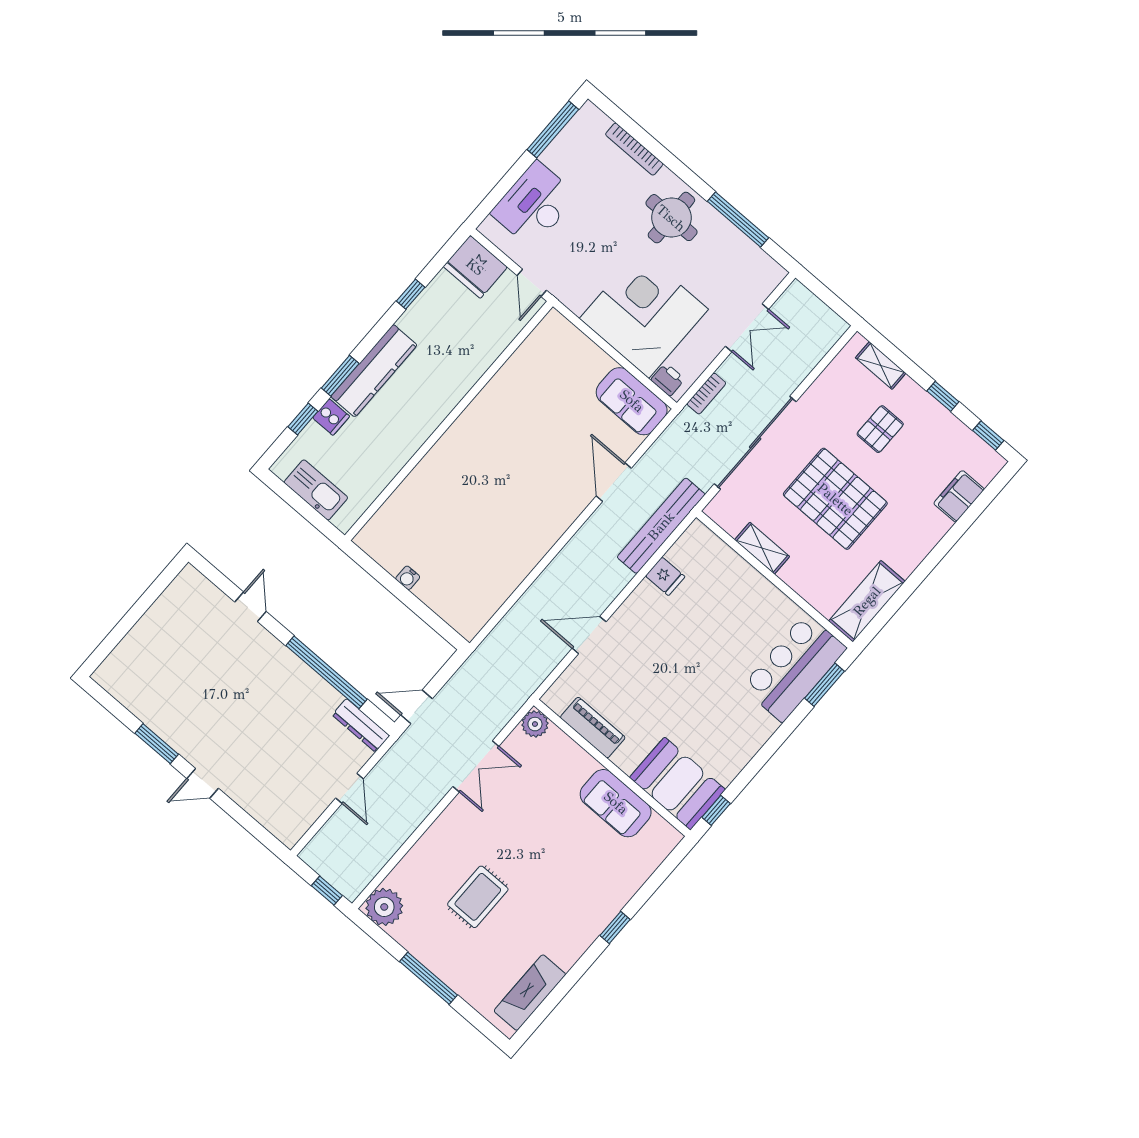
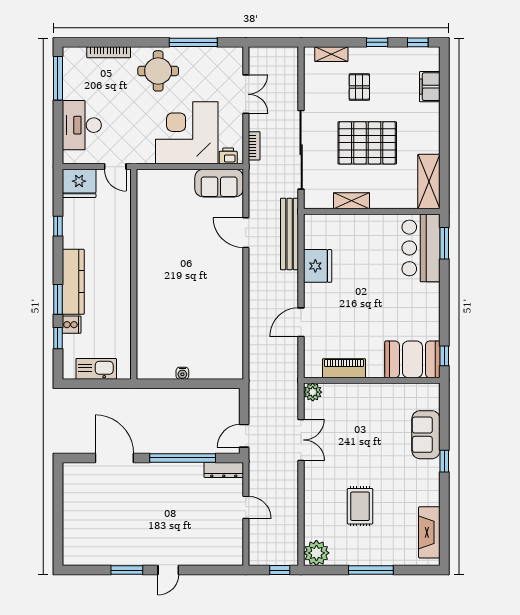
fridge: (665, 576) -> (318, 266), width x1.88, depth x1.34
door: (251, 607) -> (114, 458), width x1.88
sofa: (616, 803) -> (426, 435), moved, turned 90

